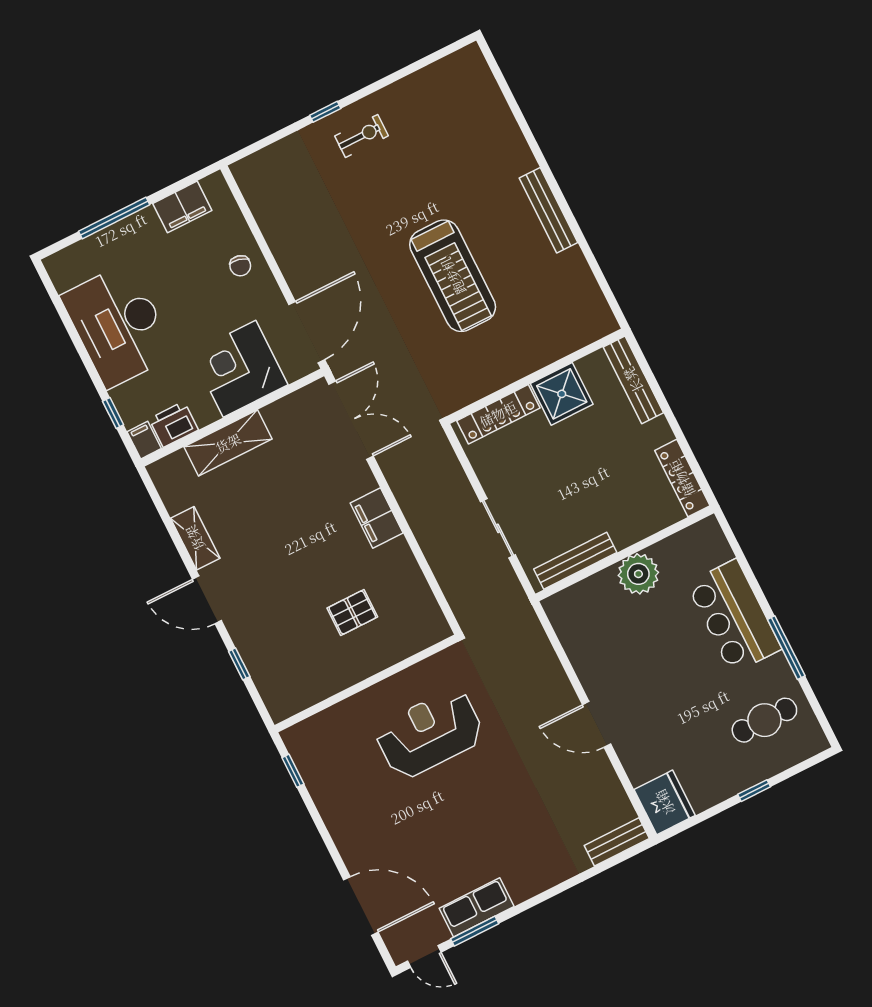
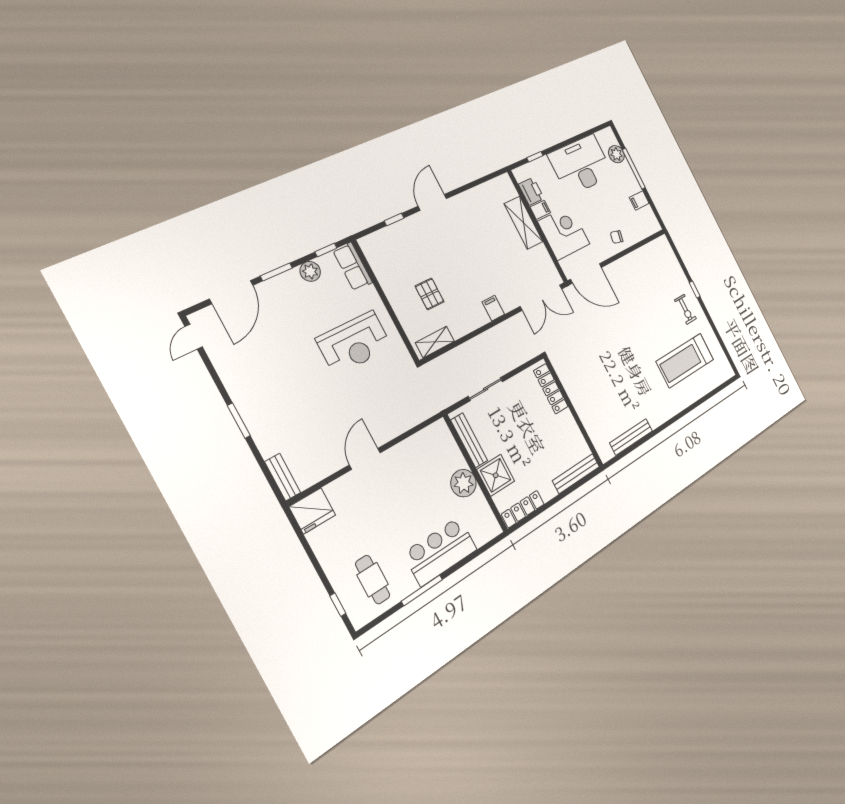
filing cabinet: (182, 207) -> (639, 200), width x0.50
bench: (548, 210) -> (631, 437), moved
plant: (91, 252) -> (616, 154), added
treadmill: (453, 276) -> (685, 361), moved
shower: (562, 394) -> (496, 475), moved
filing cabinet: (144, 440) -> (540, 210), moved
filing cabinet: (377, 518) -> (493, 308), width x0.50
shelving: (195, 538) -> (435, 342), moved
reception desk: (430, 734) -> (354, 343), turned 90
window: (754, 791) -> (338, 605), moved
plant: (326, 795) -> (310, 271), added
window: (329, 843) -> (276, 272), added
row of seats: (477, 907) -> (353, 266), moved, turned 180
window: (475, 931) -> (239, 421), moved

